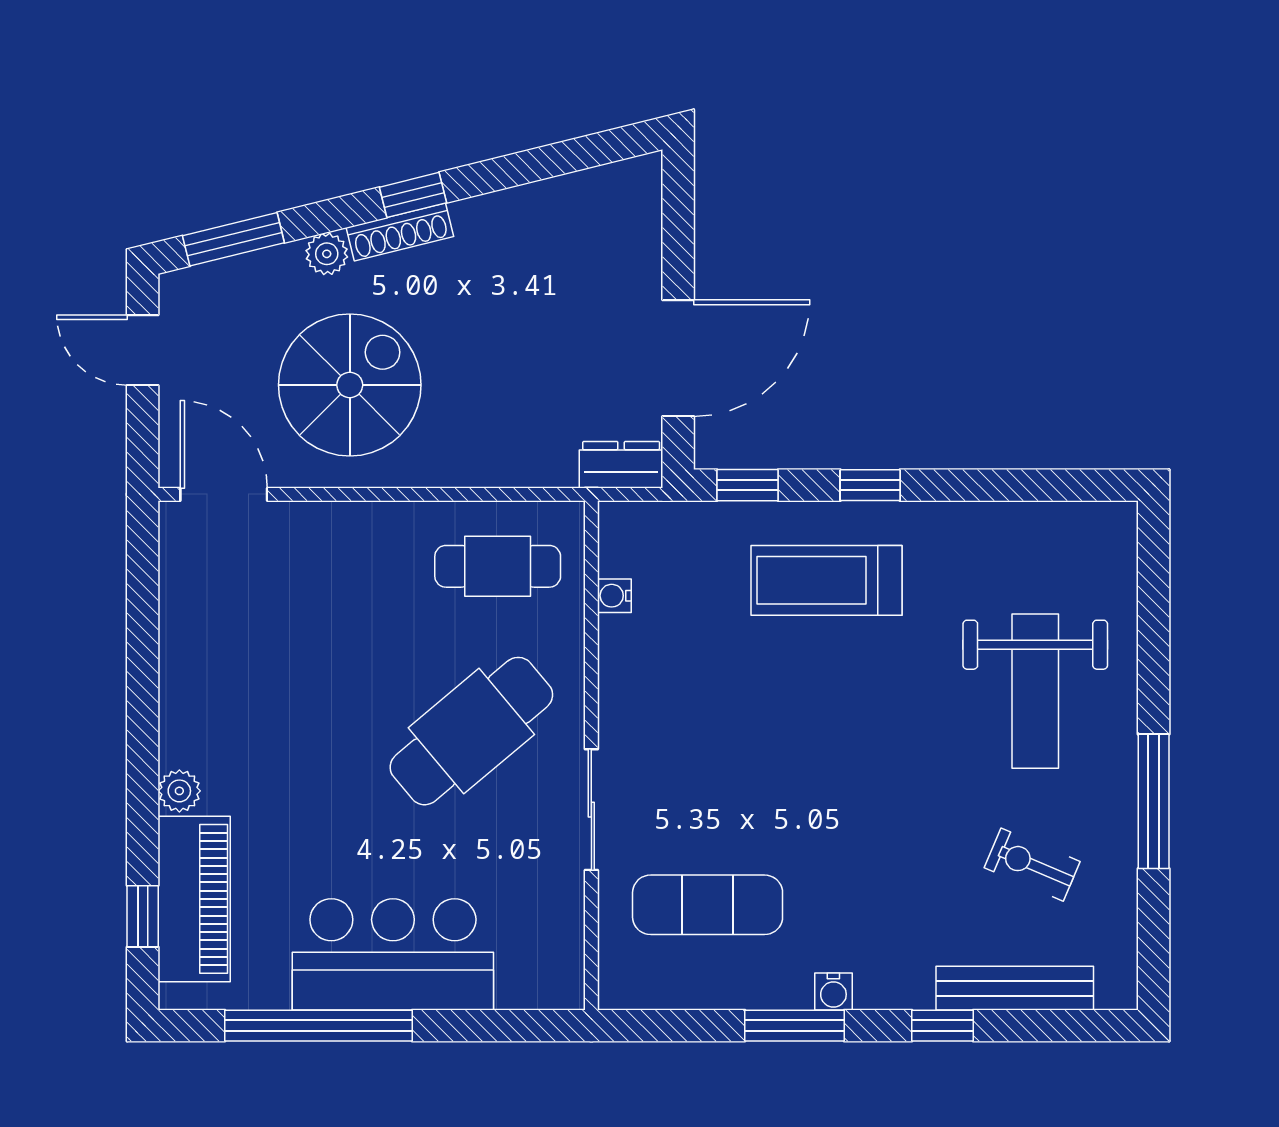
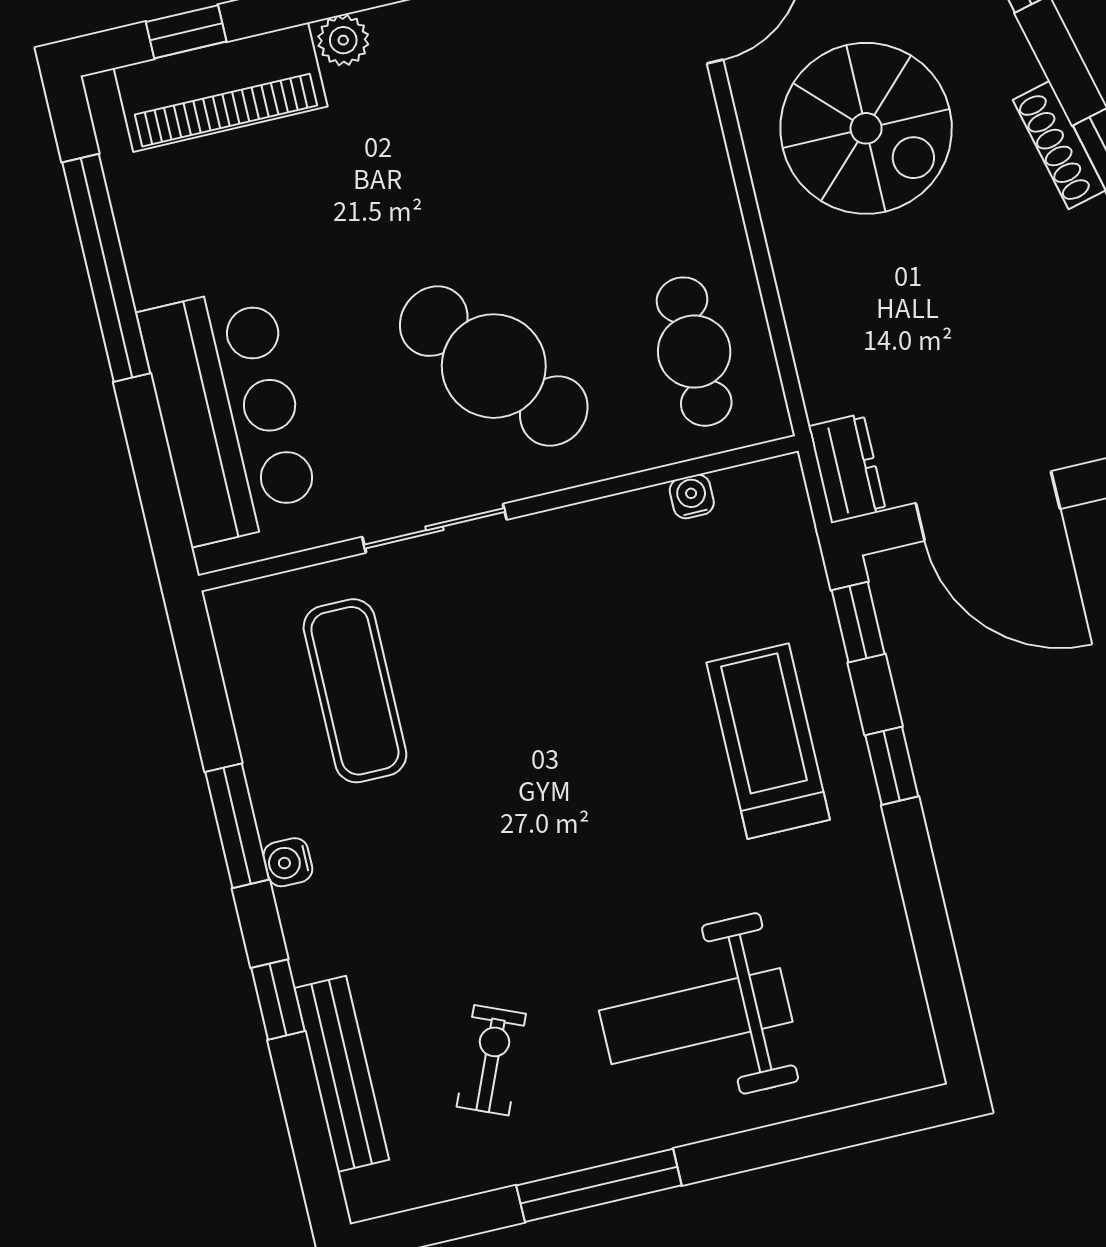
plant: (327, 254) -> (1013, 65), removed
bar counter: (393, 954) -> (229, 415), moved

